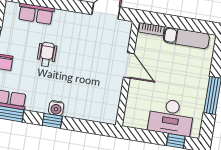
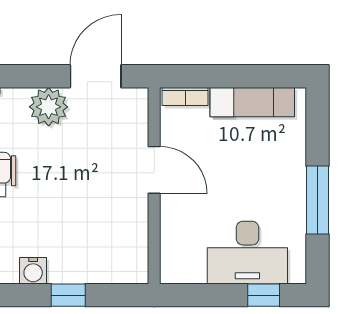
plant: (78, 23) -> (49, 107), added
window: (52, 121) -> (68, 295), moved

